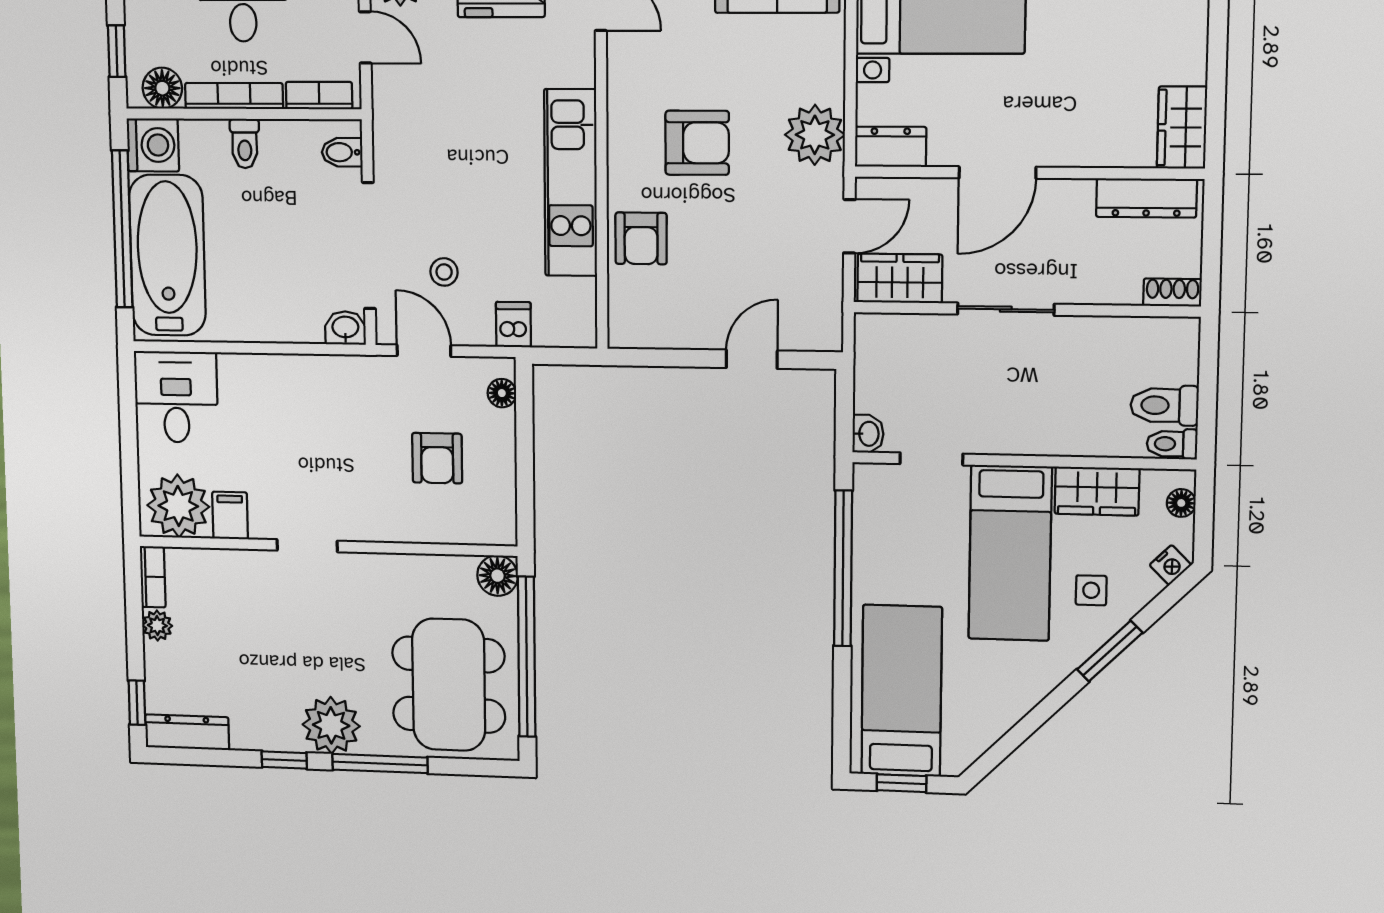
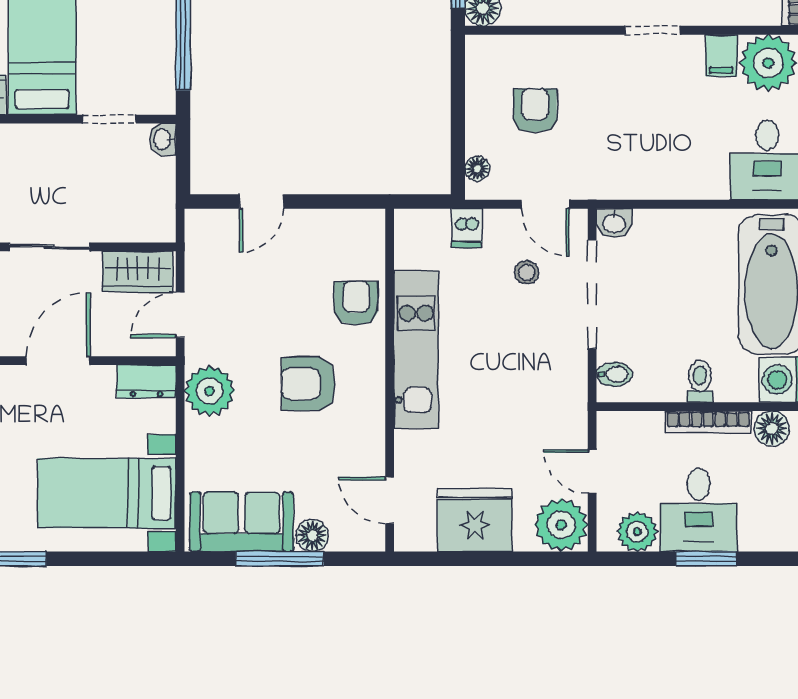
bookcase: (319, 95) -> (633, 423), removed

